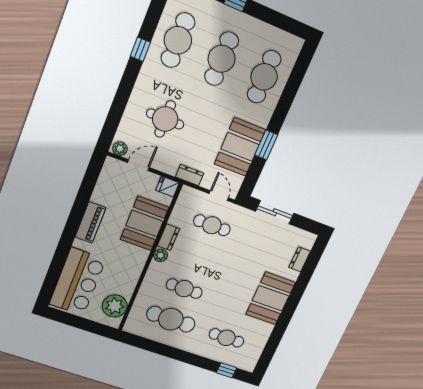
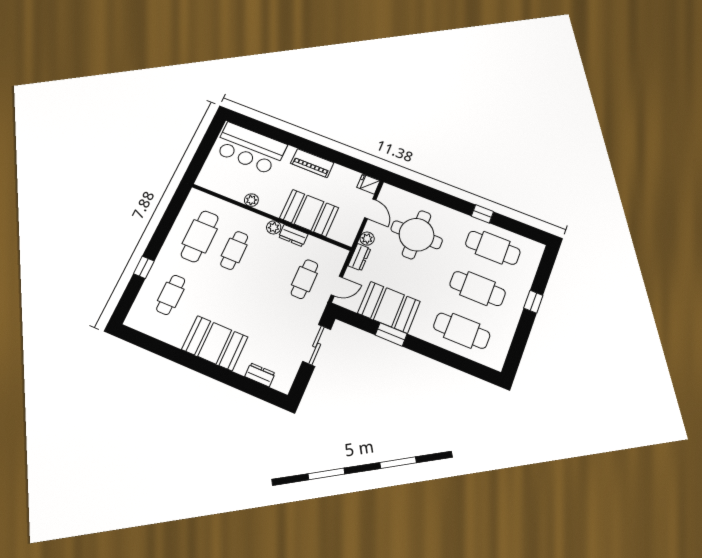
round table: (165, 119) -> (417, 235), width x1.36, depth x1.36
plant: (120, 149) -> (367, 239), moved
fridge: (168, 187) -> (368, 184), moved, turned -90
plant: (115, 306) -> (251, 200), moved, width x0.53, depth x0.53
window: (227, 370) -> (144, 267), moved

